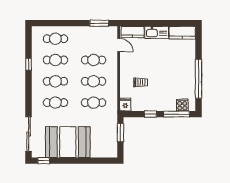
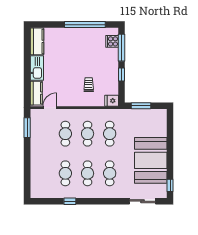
cafe table: (55, 39) -> (43, 173), removed
sliding door: (29, 134) -> (143, 201), width x0.73

